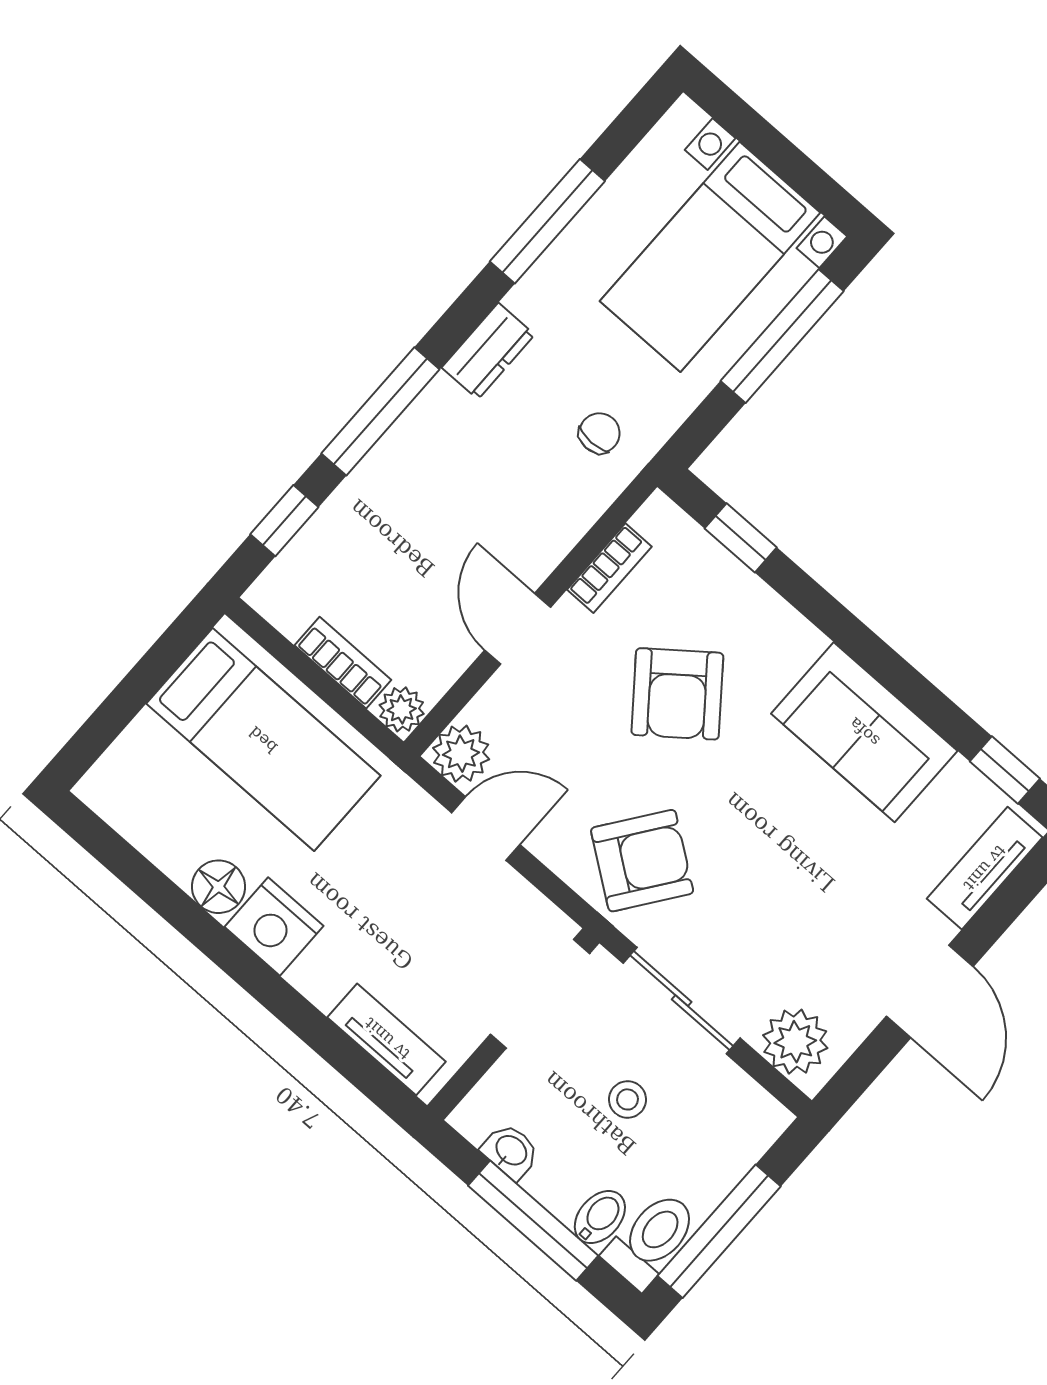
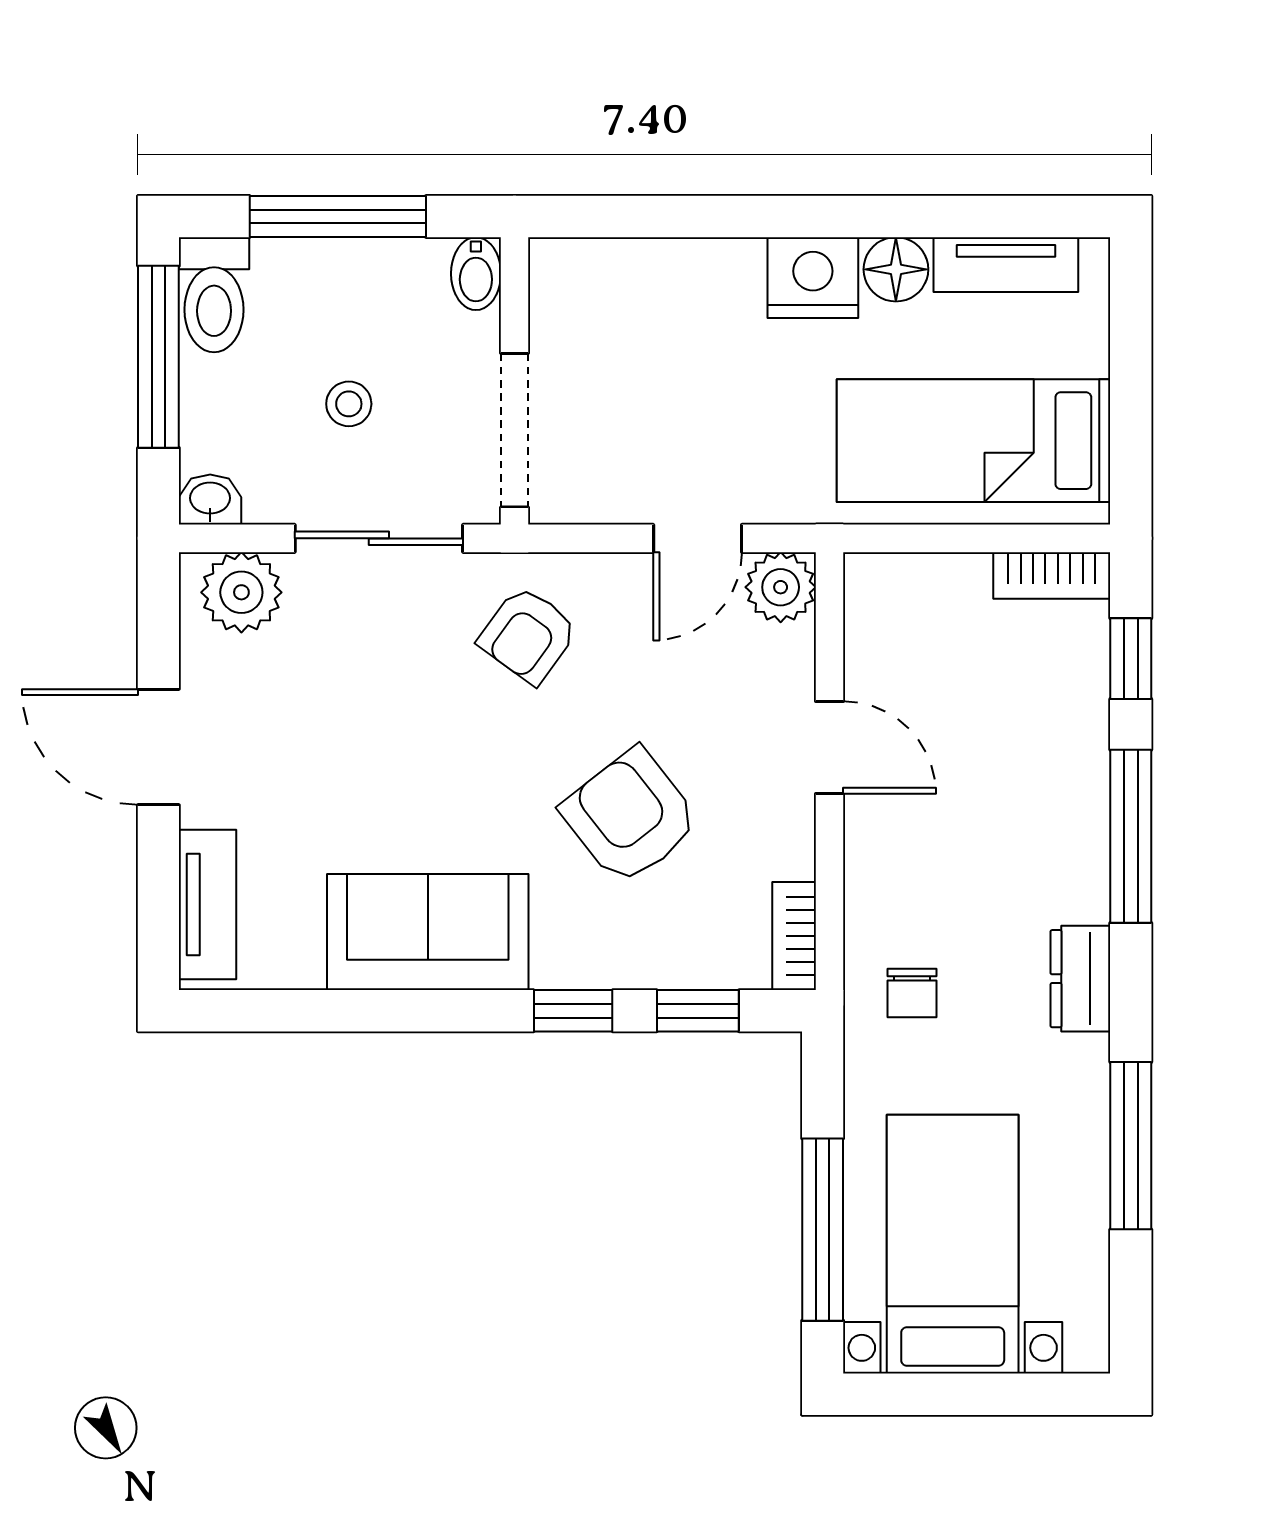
bookcase: (609, 568) -> (794, 936), moved
bookcase: (343, 663) -> (1052, 575), moved
plant: (402, 709) -> (871, 580), removed
window: (1005, 770) -> (573, 1011), moved
armchair: (642, 861) -> (528, 635), width x0.72, depth x0.72
tv unit: (387, 1039) -> (1006, 265), moved
washbasin: (511, 1151) -> (210, 500), moved, turned 180
bidet: (600, 1217) -> (476, 274), moved

